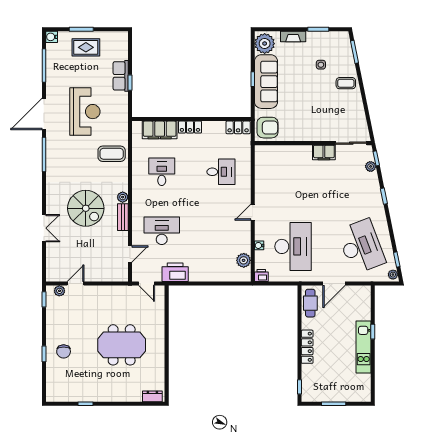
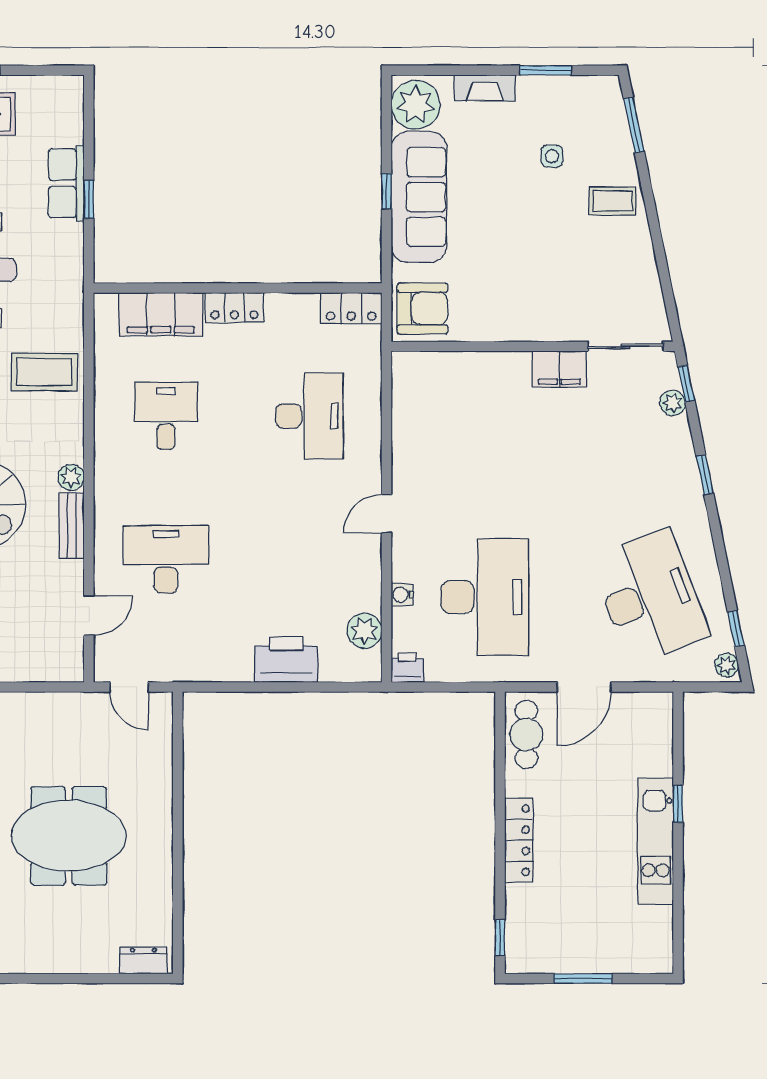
desk: (221, 172) -> (309, 416), width x1.37
printer: (175, 272) -> (286, 660), moved

